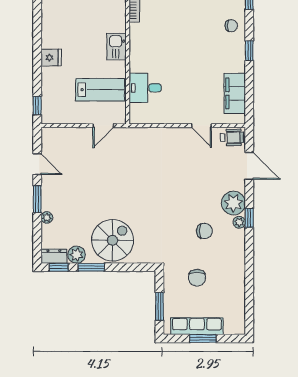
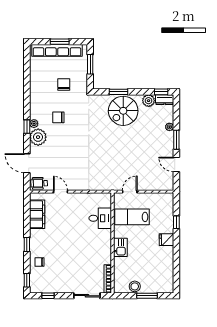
window: (37, 106) -> (176, 222), moved
window: (91, 267) -> (118, 92), moved
row of seats: (197, 326) -> (57, 50), width x1.36

